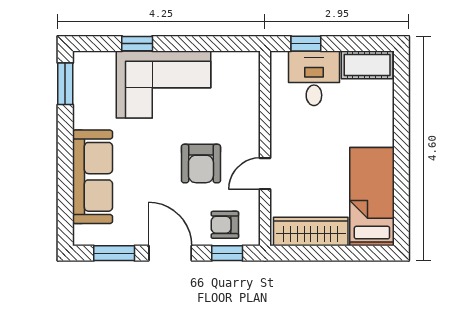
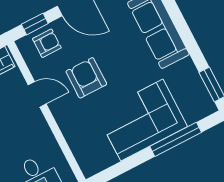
window: (137, 44) -> (176, 139), width x2.17
door: (265, 174) -> (37, 94), hinge flipped

